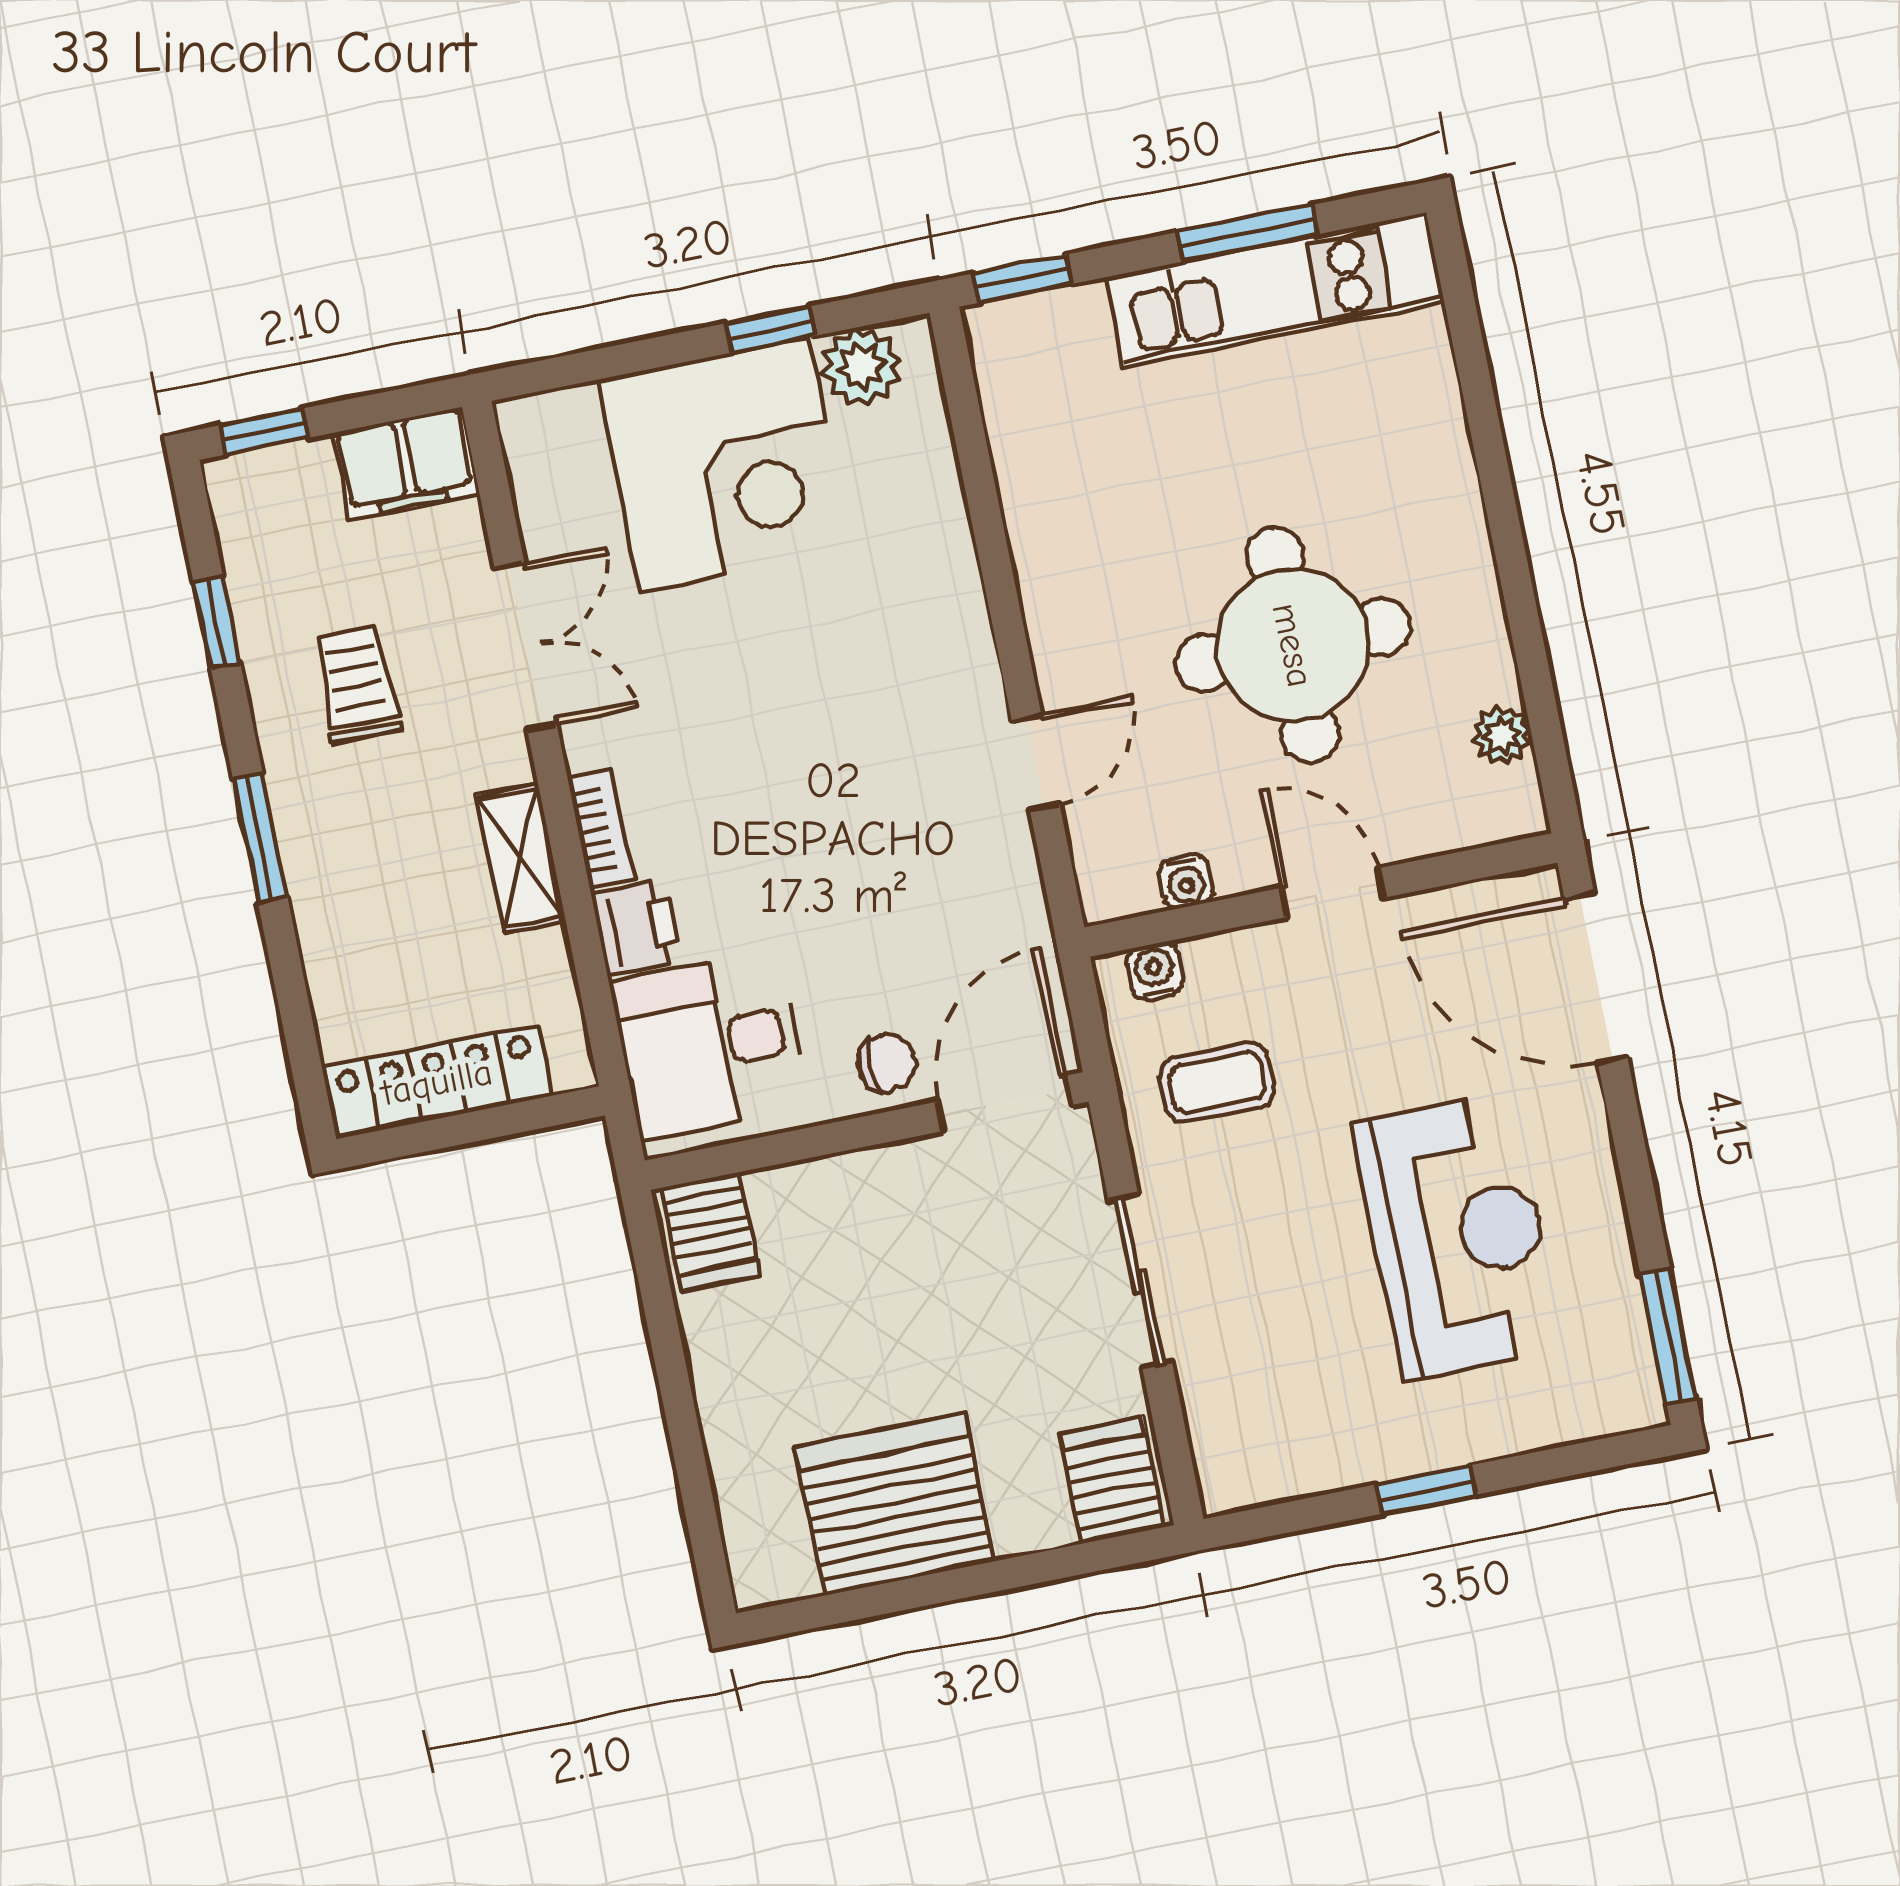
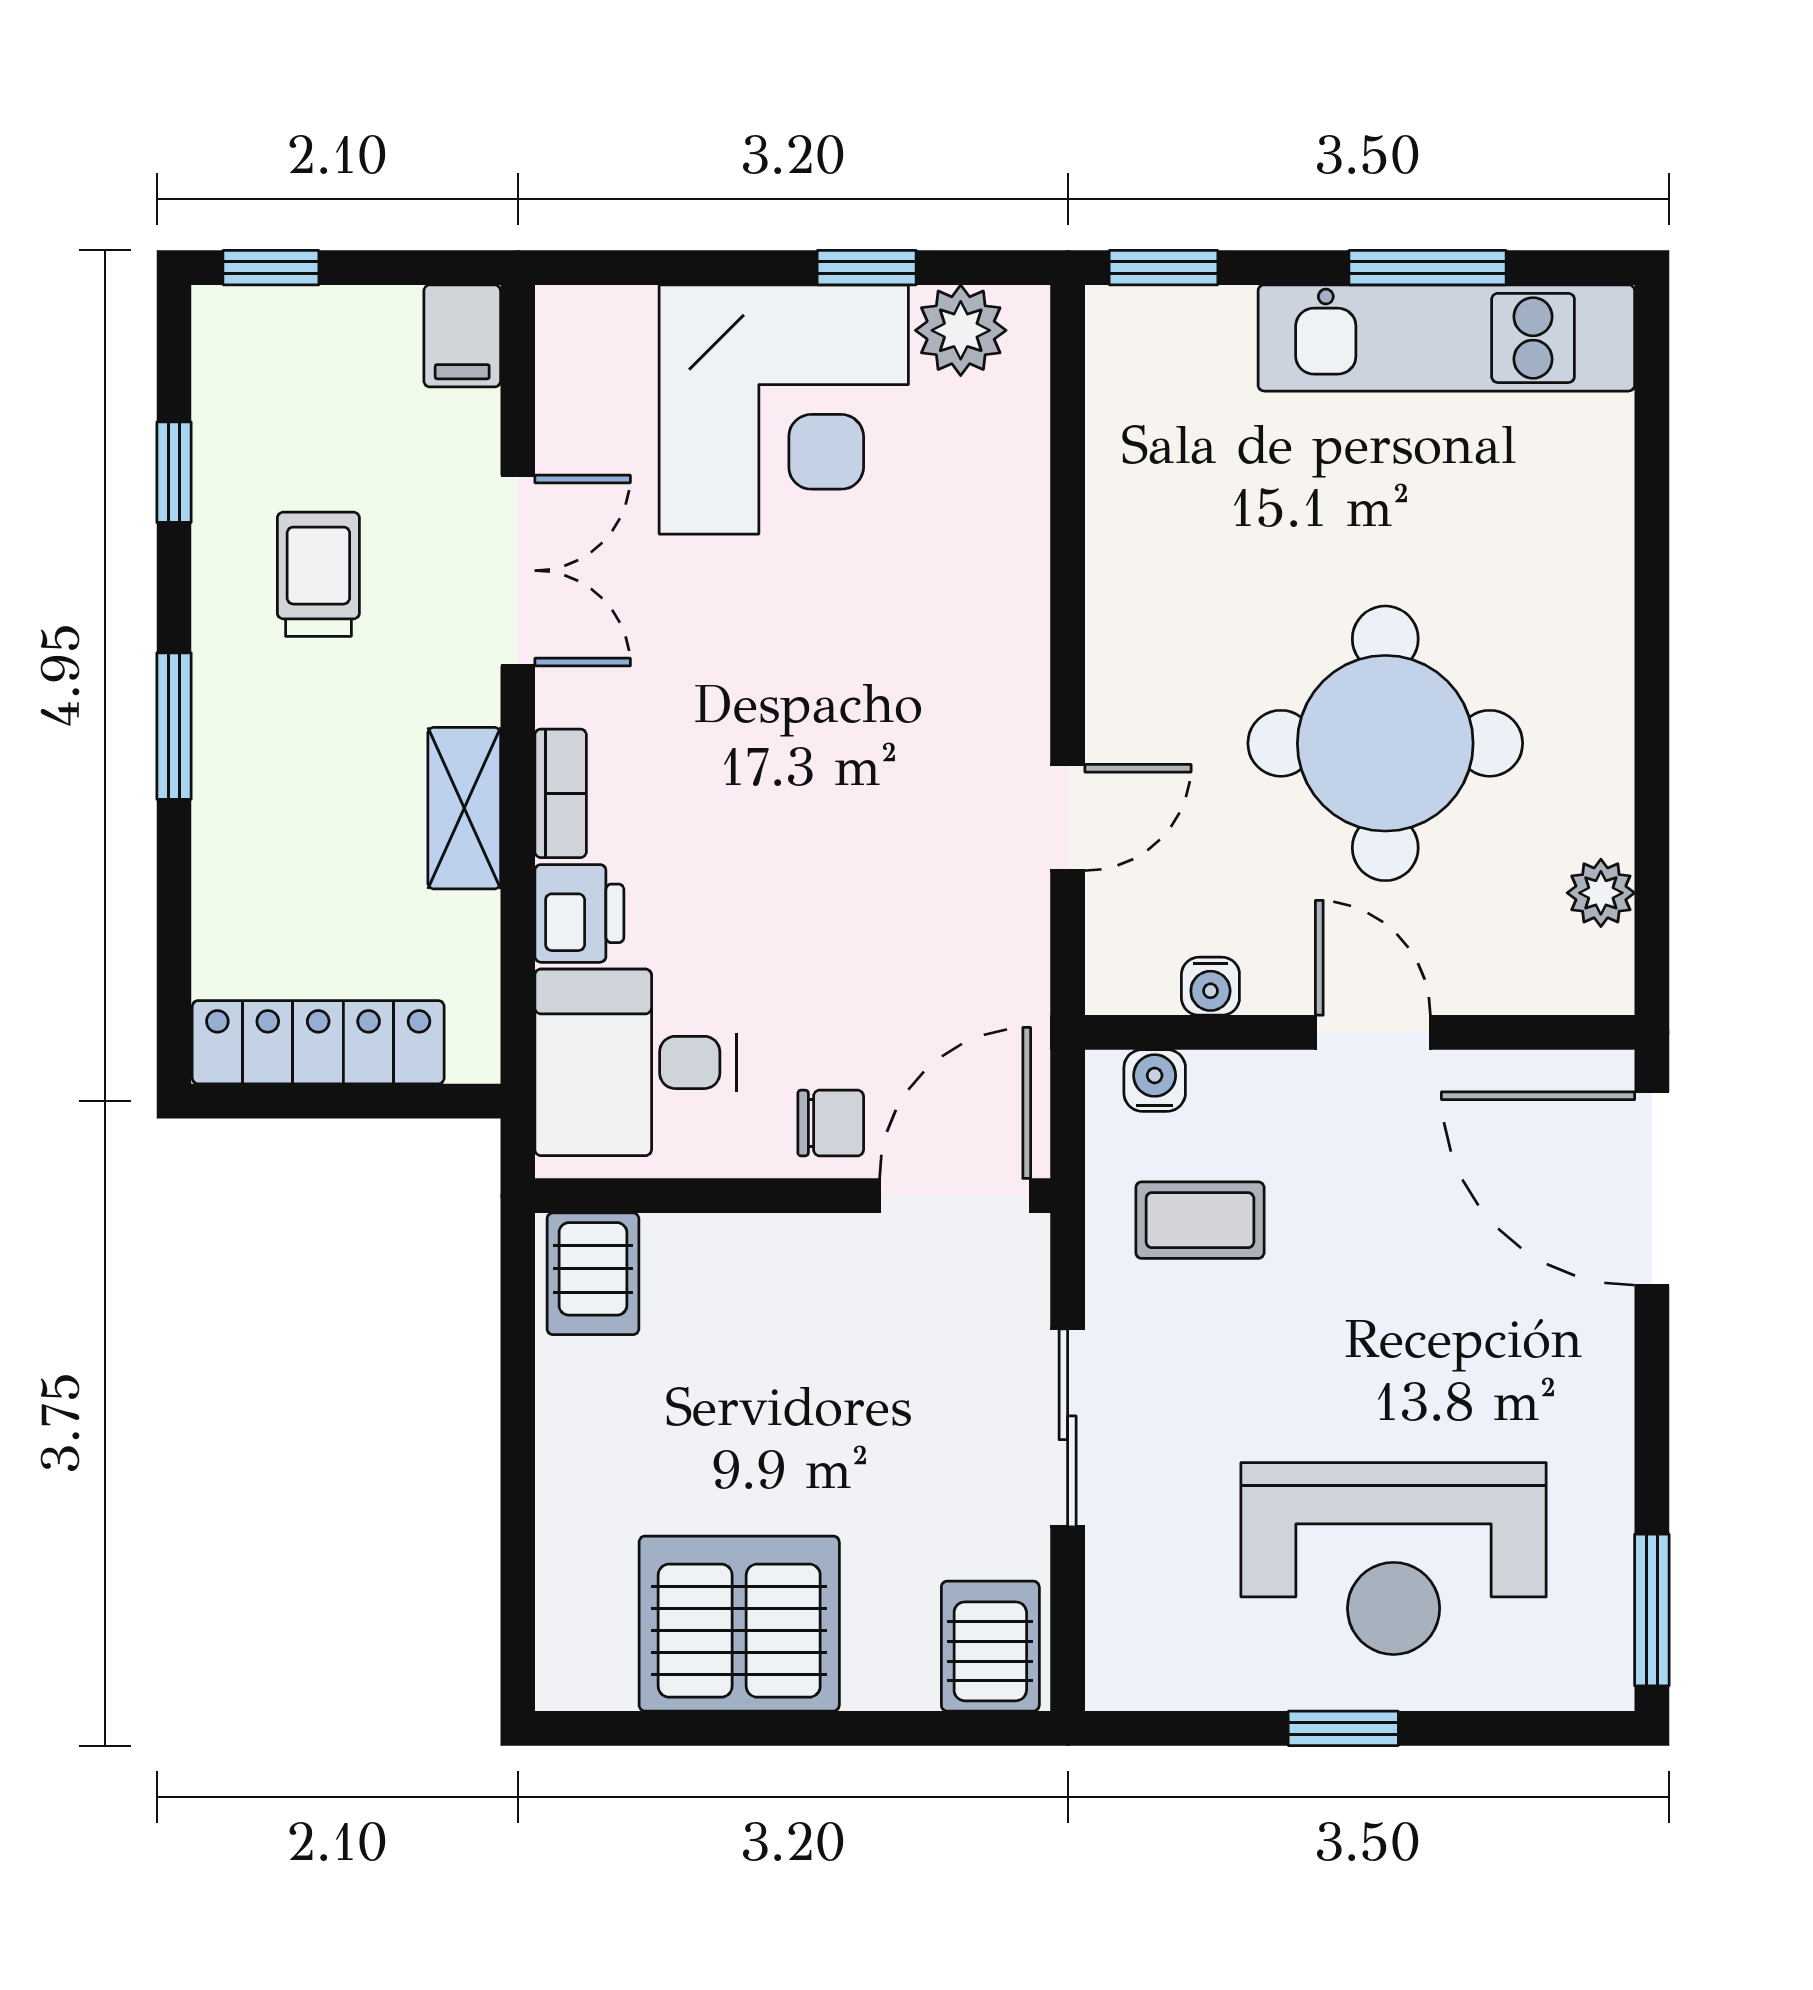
filing cabinet: (406, 463) -> (462, 336), width x0.50
reception desk: (1458, 1236) -> (1394, 1559), moved, turned 90

